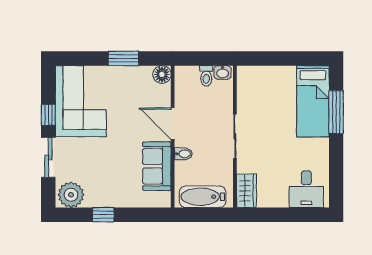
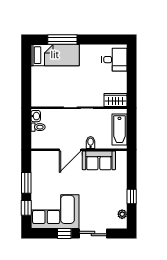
window: (86, 58) -> (26, 208), added
floor lamp: (162, 74) -> (37, 157), removed
plant: (71, 195) -> (122, 214), width x0.53, depth x0.53

